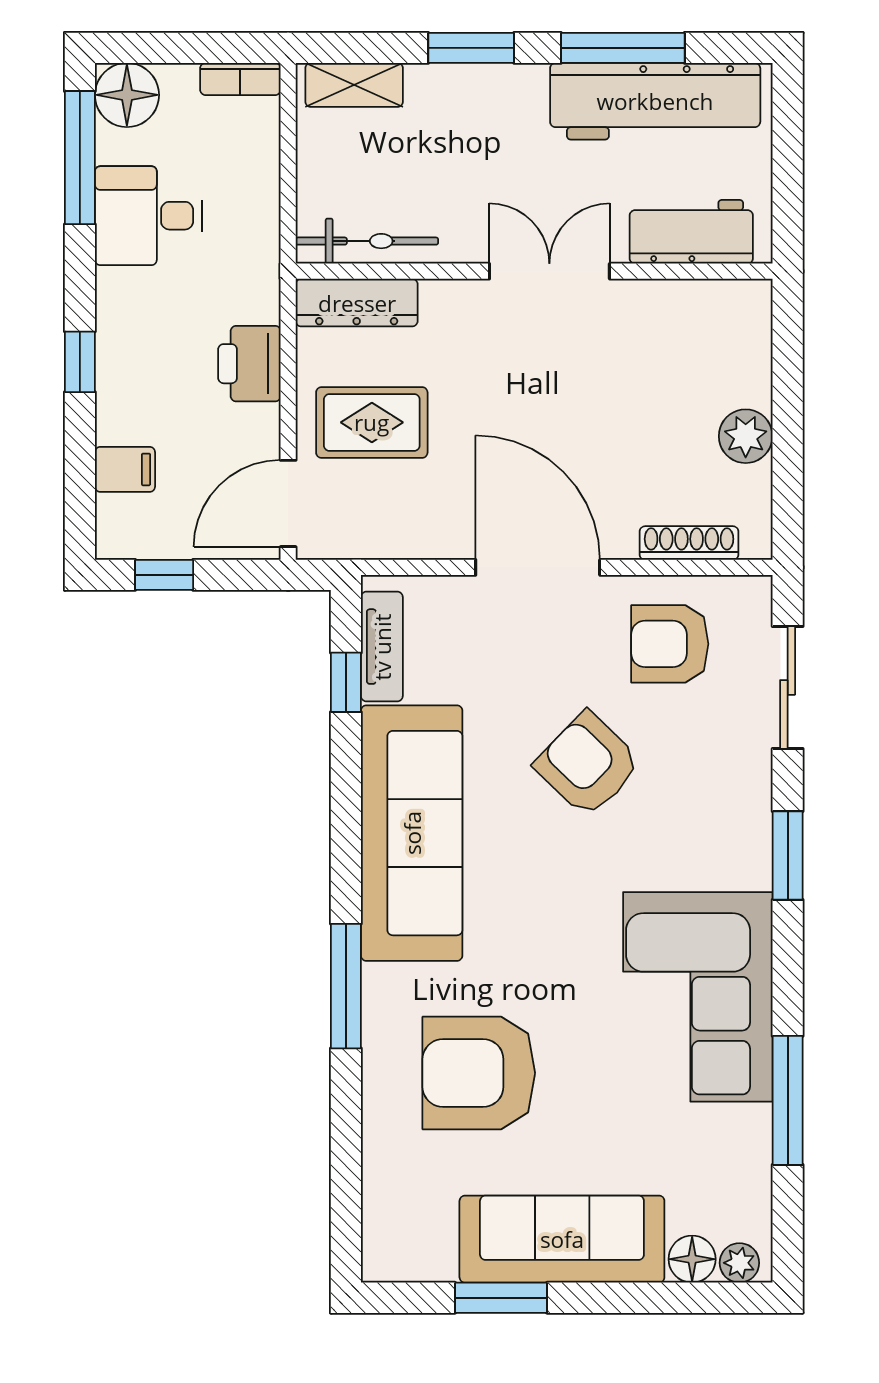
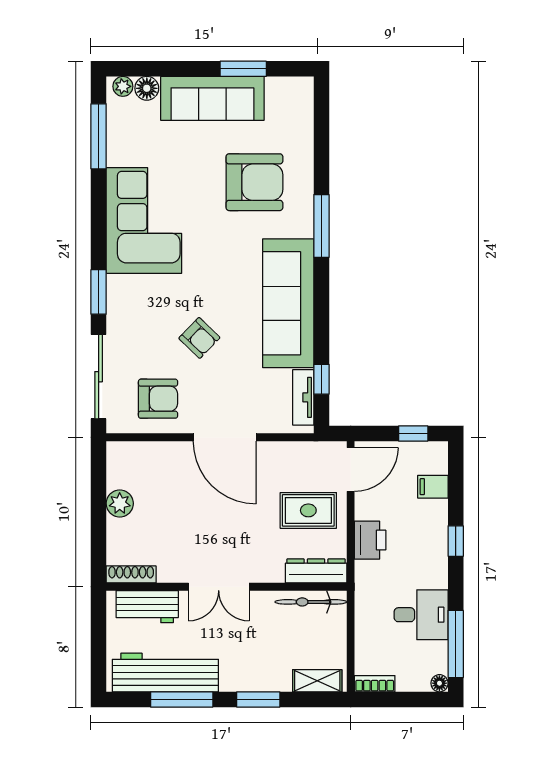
floor lamp: (127, 95) -> (439, 683), width x0.53, depth x0.53
shoe rack: (689, 543) -> (131, 574), moved, turned 180
sliding door: (788, 687) -> (99, 377), width x1.37
armchair: (588, 764) -> (199, 338), width x0.72, depth x0.72
window: (788, 1100) -> (99, 136), moved

